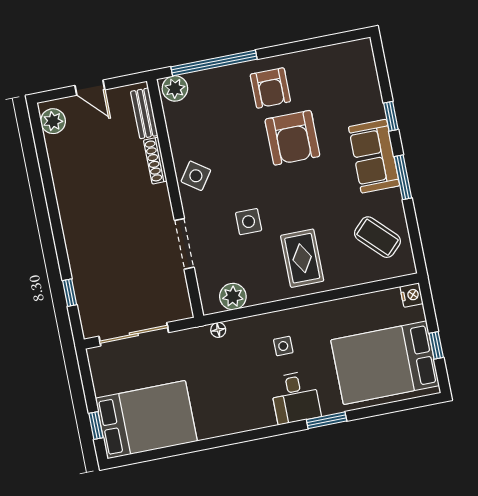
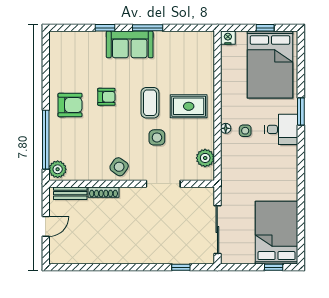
plant: (53, 121) -> (63, 256), removed
armchair: (292, 138) -> (106, 97), width x0.53, depth x0.53
coffee table: (377, 237) -> (150, 103), moved, turned -45
floor lamp: (218, 330) -> (226, 128), moved

